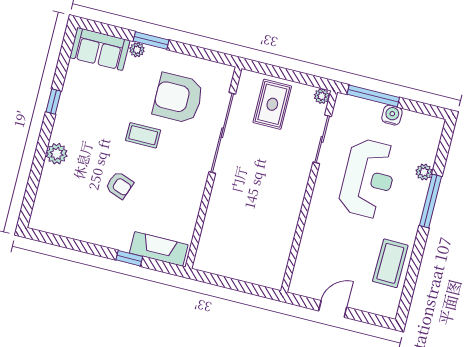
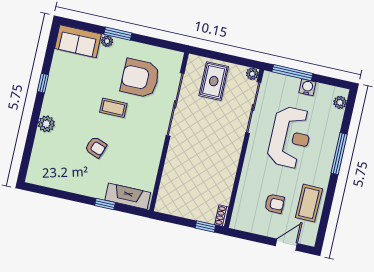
sliding door: (322, 139) -> (253, 108), width x1.37
plant: (424, 172) -> (340, 102), moved
armchair: (346, 263) -> (274, 204), added
shoe rack: (278, 277) -> (222, 216), added
window: (257, 290) -> (205, 227), added
door: (333, 309) -> (286, 245), moved

